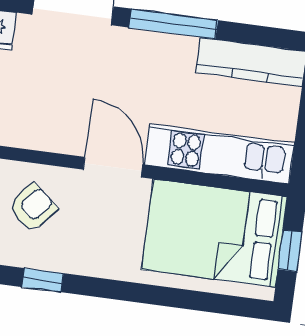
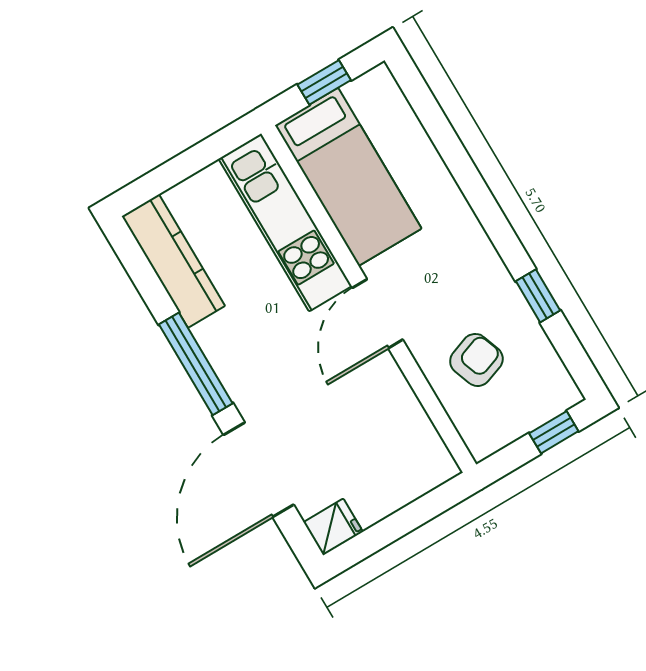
armchair: (33, 208) -> (476, 360), turned 120
bed: (215, 233) -> (348, 177), width x0.67

